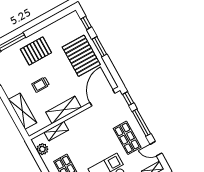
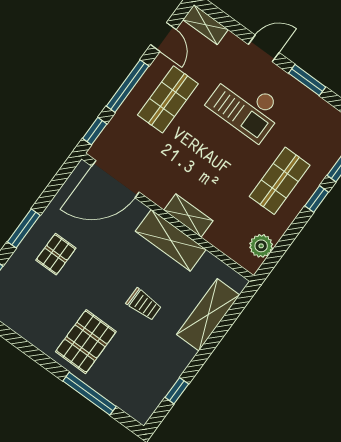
pallet: (36, 51) -> (86, 342), turned 90
pallet: (81, 56) -> (56, 254), width x0.49, depth x0.50
shelving: (56, 131) -> (188, 215), moved

